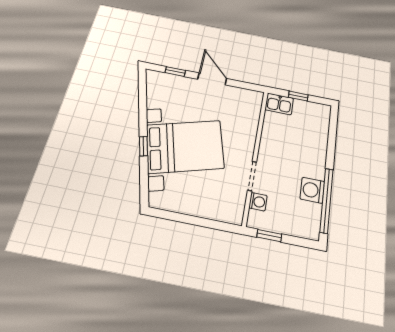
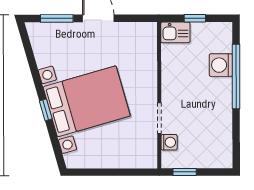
window: (175, 72) -> (57, 18), width x1.50
washing machine: (312, 190) -> (221, 65), moved
window: (327, 200) -> (236, 76), moved

